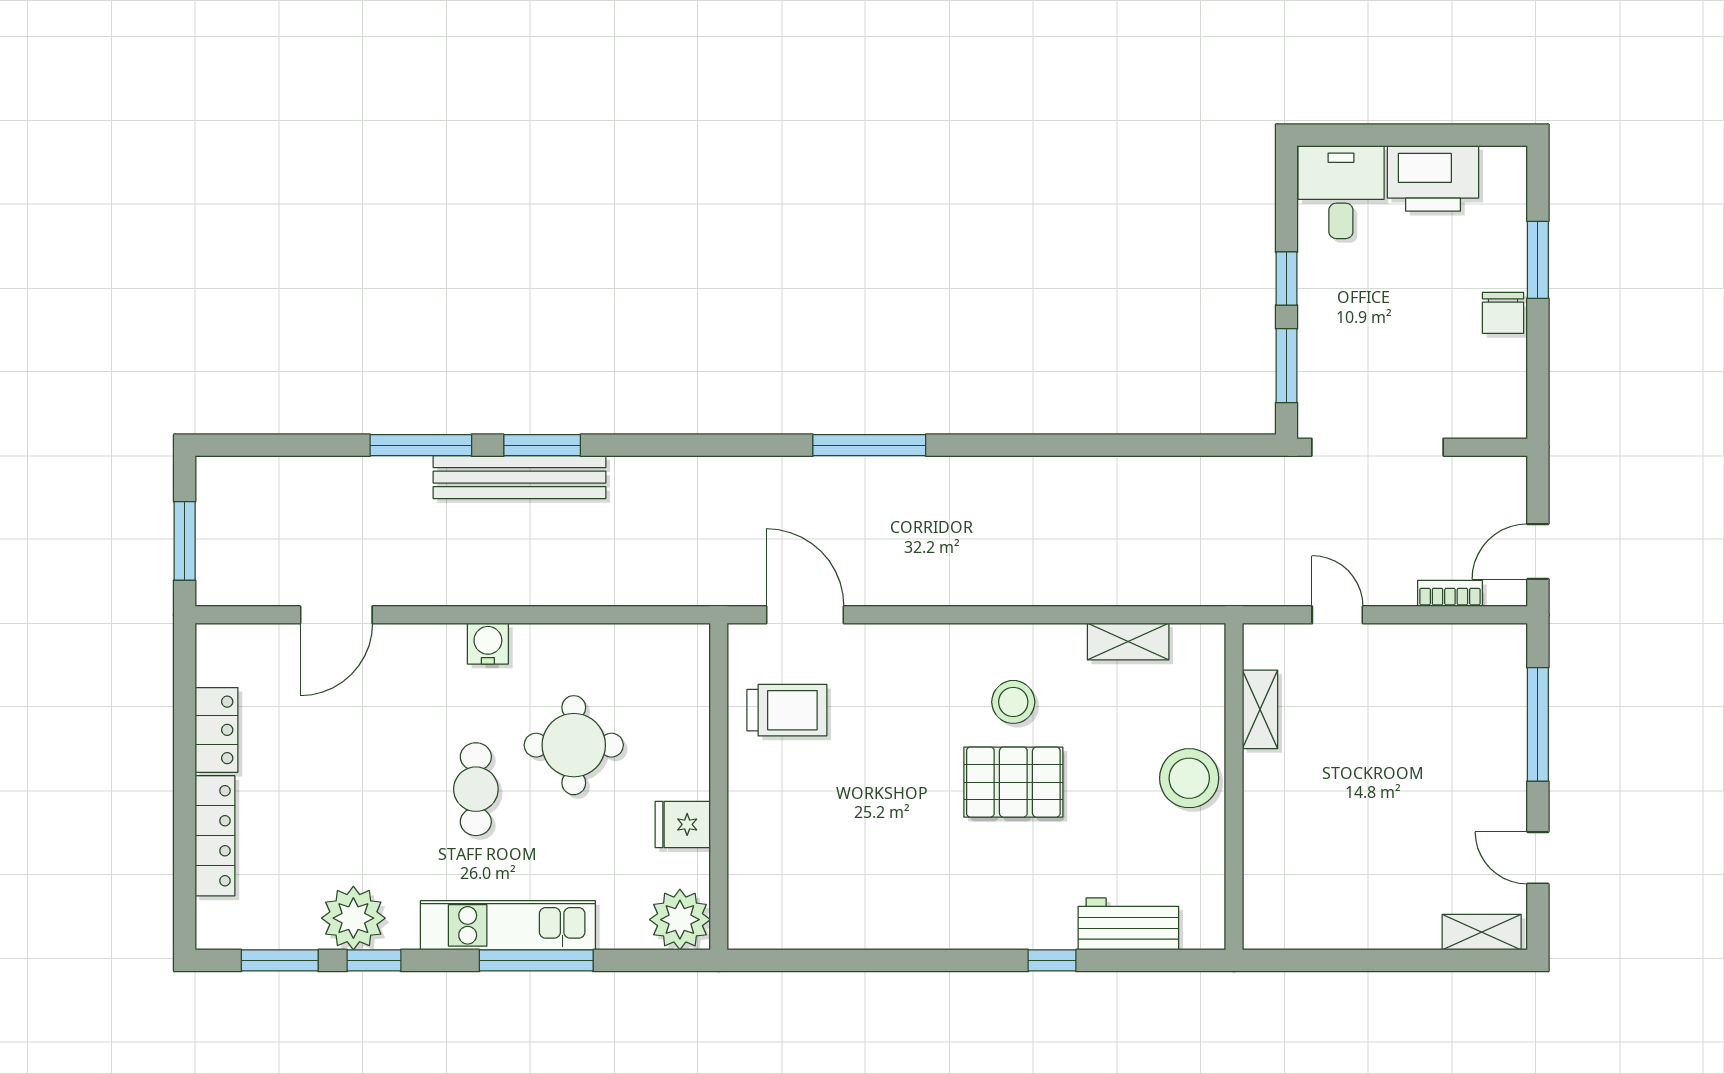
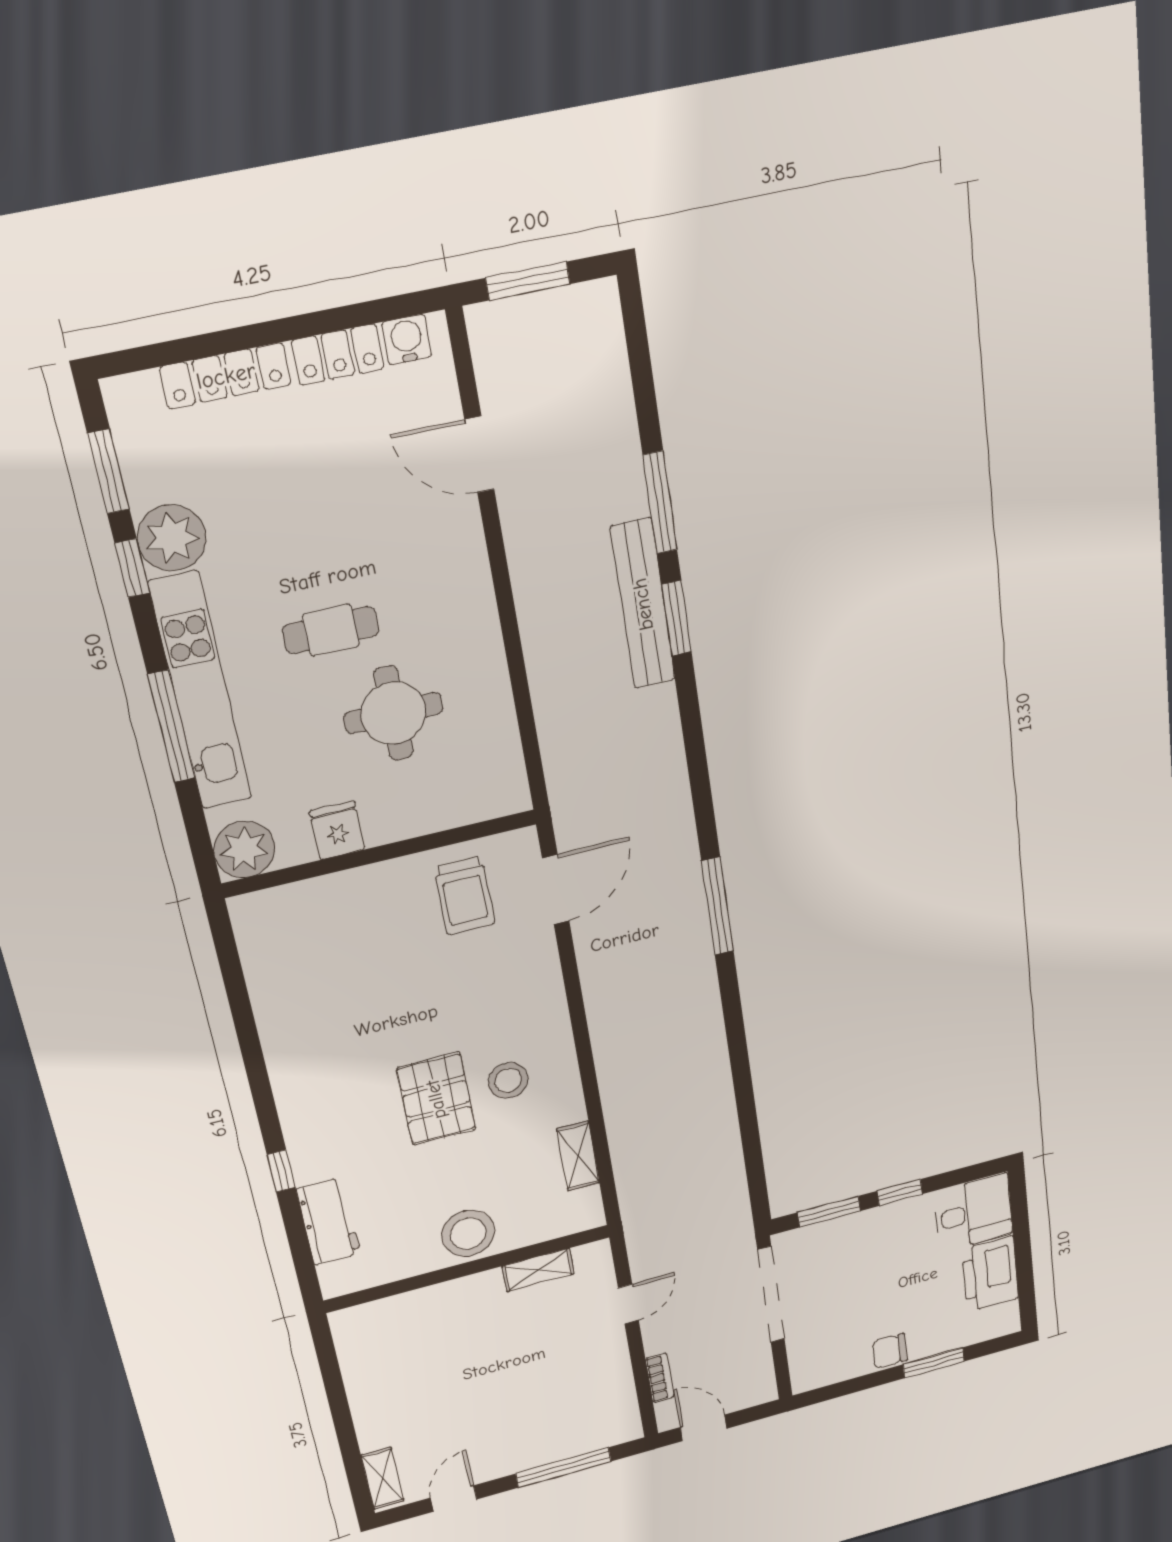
water cooler: (488, 644) -> (407, 340), moved, turned -90
kitchen unit: (508, 925) -> (200, 692), width x1.36

